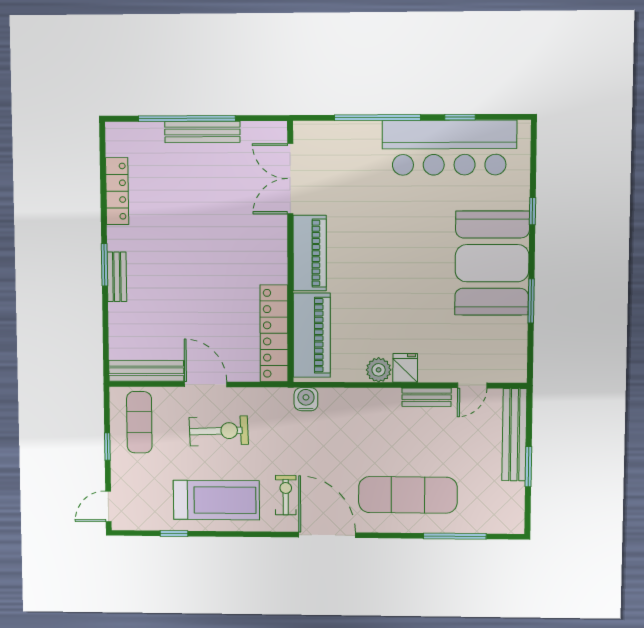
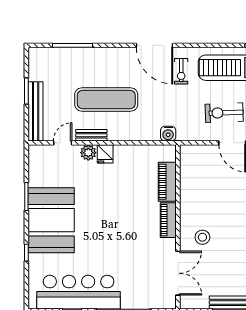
stool: (252, 236) -> (202, 237), added
piano: (310, 253) -> (168, 220), width x0.73, depth x0.75
locker: (274, 333) -> (188, 176), removed
piano: (312, 335) -> (167, 182), width x0.73, depth x0.75
plant: (379, 370) -> (88, 153), moved
exercise mat: (408, 495) -> (106, 100), moved

